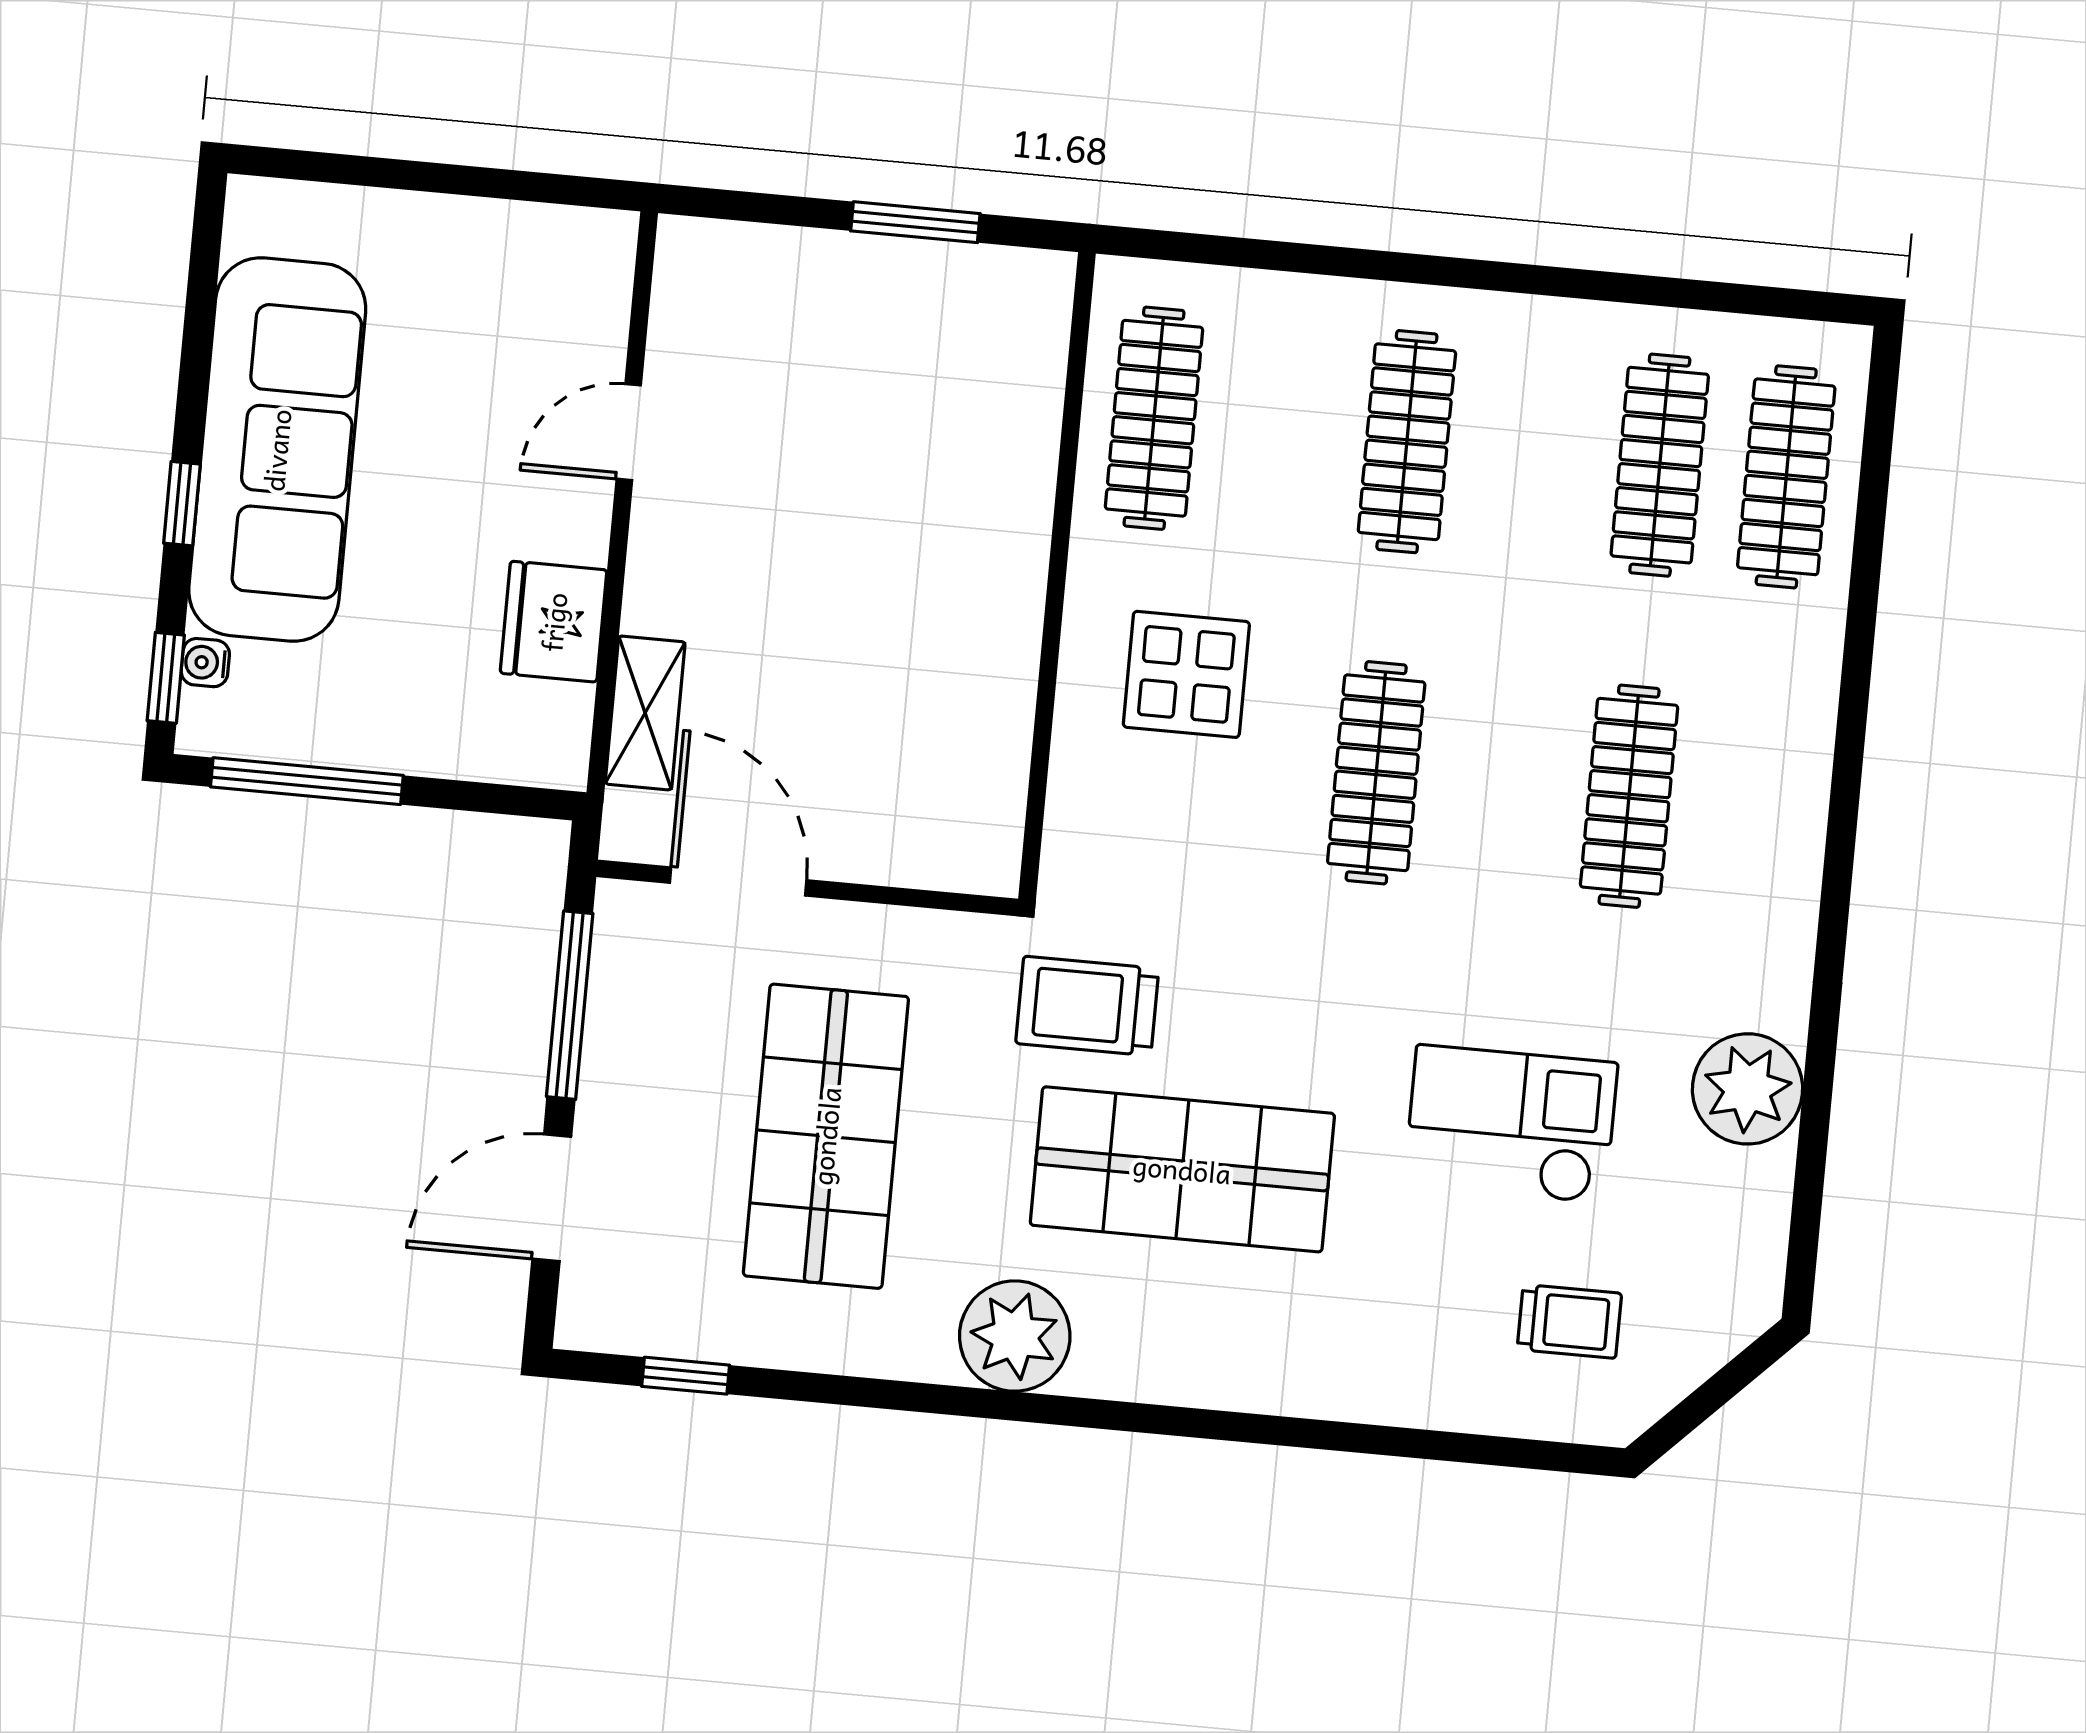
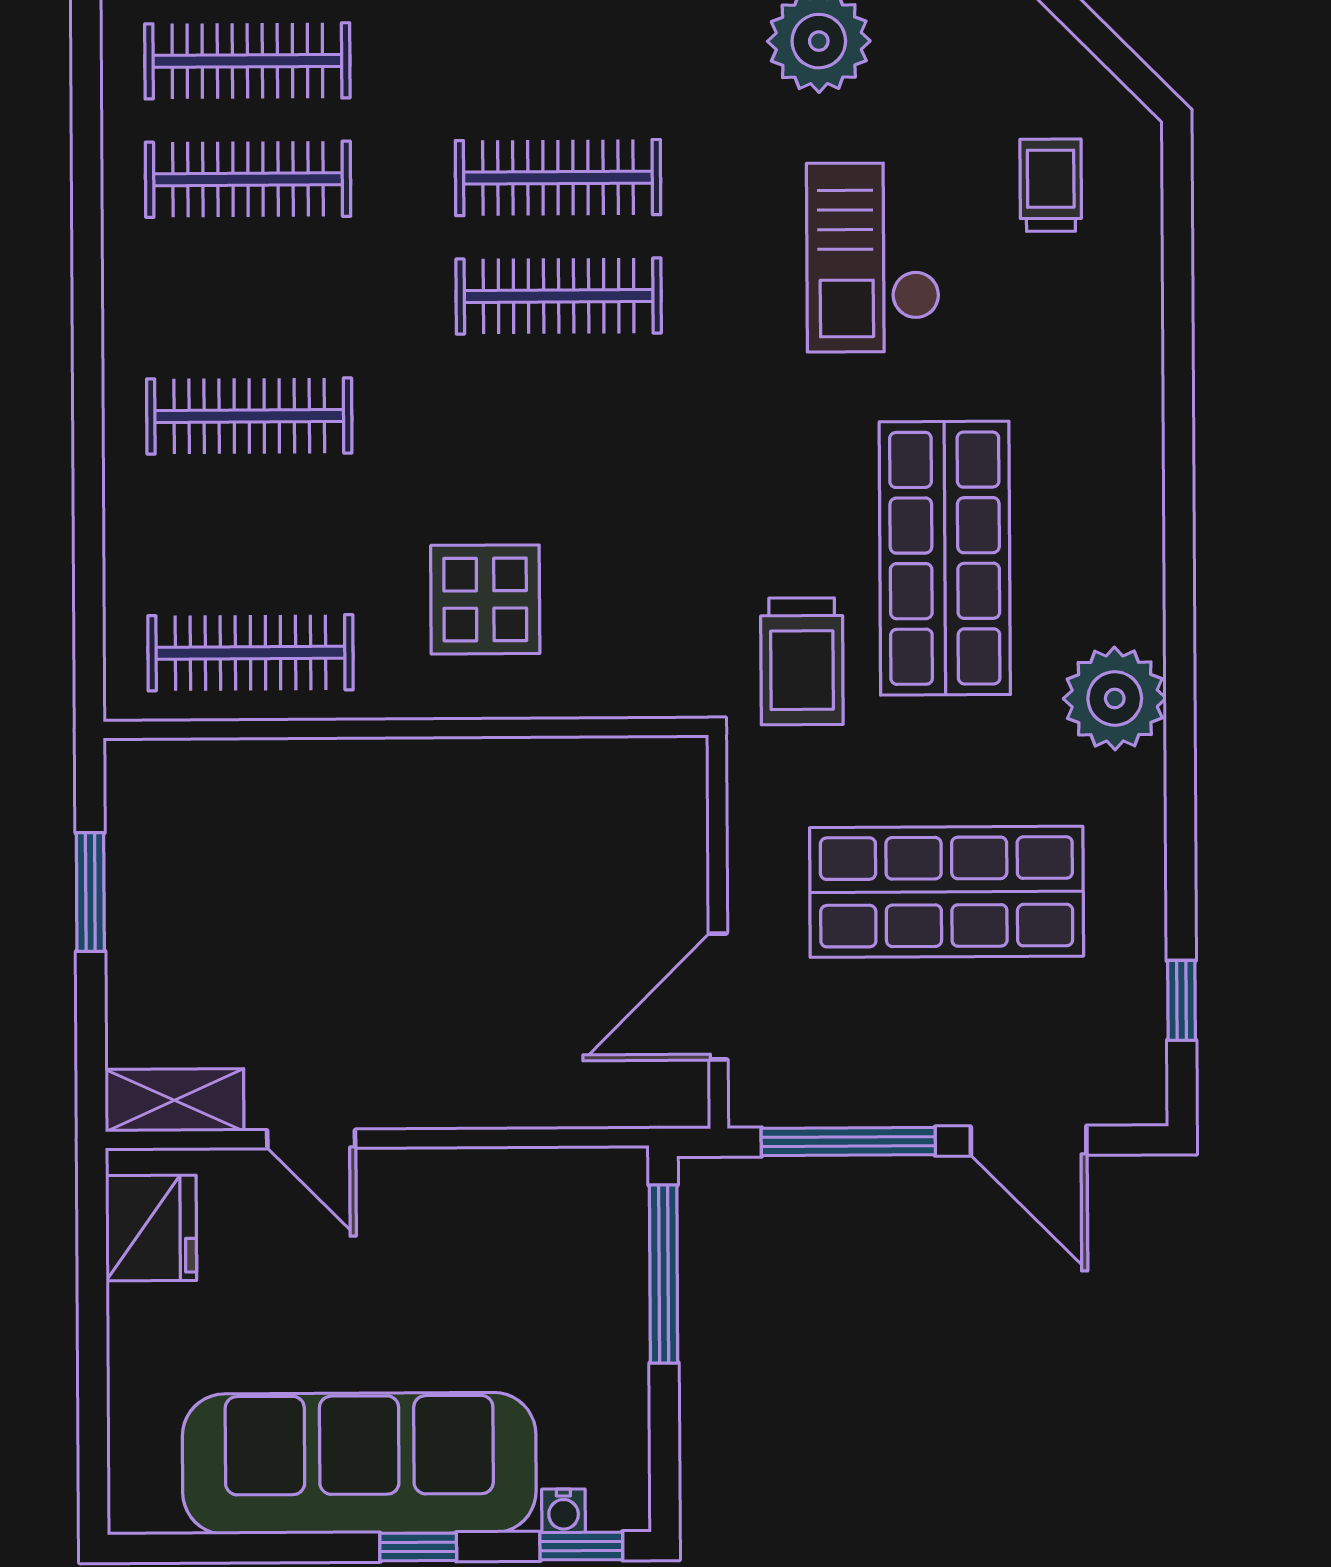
fridge: (554, 622) -> (151, 1228), moved, turned -90
shelving: (645, 713) -> (174, 1100), moved
clothes rail: (1376, 773) -> (559, 296), moved
window: (307, 781) -> (664, 1274), moved

